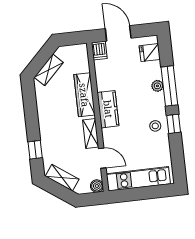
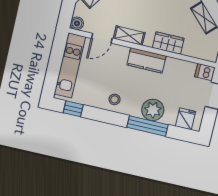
plant: (157, 86) -> (153, 110), width x1.88, depth x1.88
wardrobe: (84, 95) -> (168, 43), width x0.67
window: (174, 124) -> (73, 109), moved

